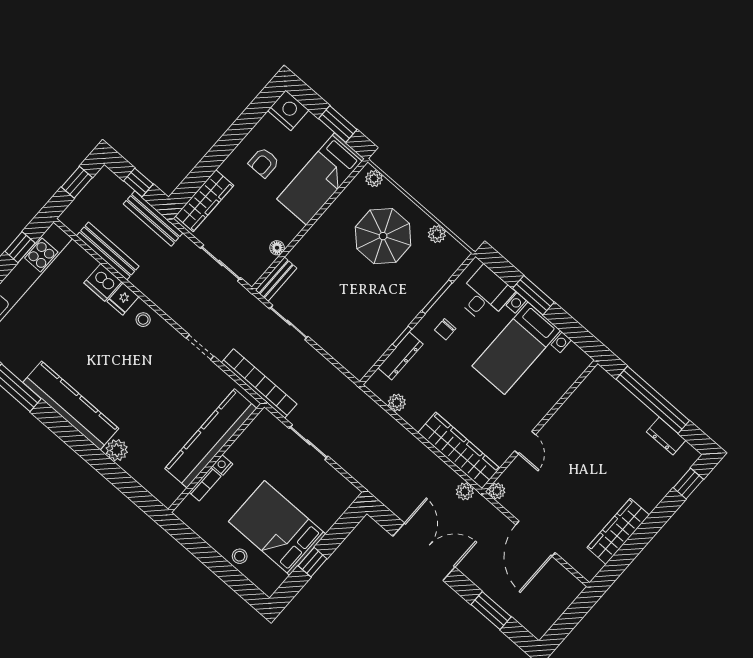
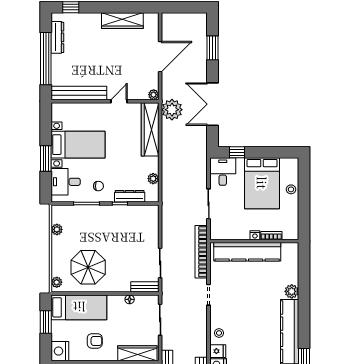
parasol: (383, 236) -> (88, 267), moved
bench: (577, 403) -> (79, 93), added
dresser: (666, 436) -> (57, 37), width x1.44
plant: (465, 491) -> (172, 110), width x1.87, depth x1.87
desk: (332, 493) -> (223, 172), added
window: (313, 562) -> (237, 152), moved

